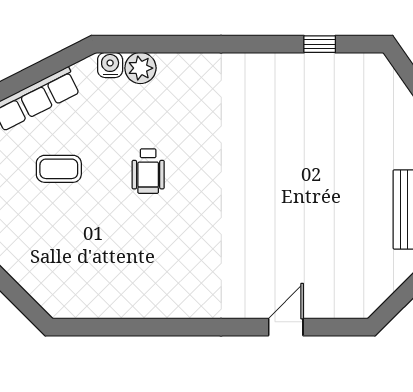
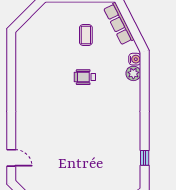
door: (286, 327) -> (11, 158), moved

